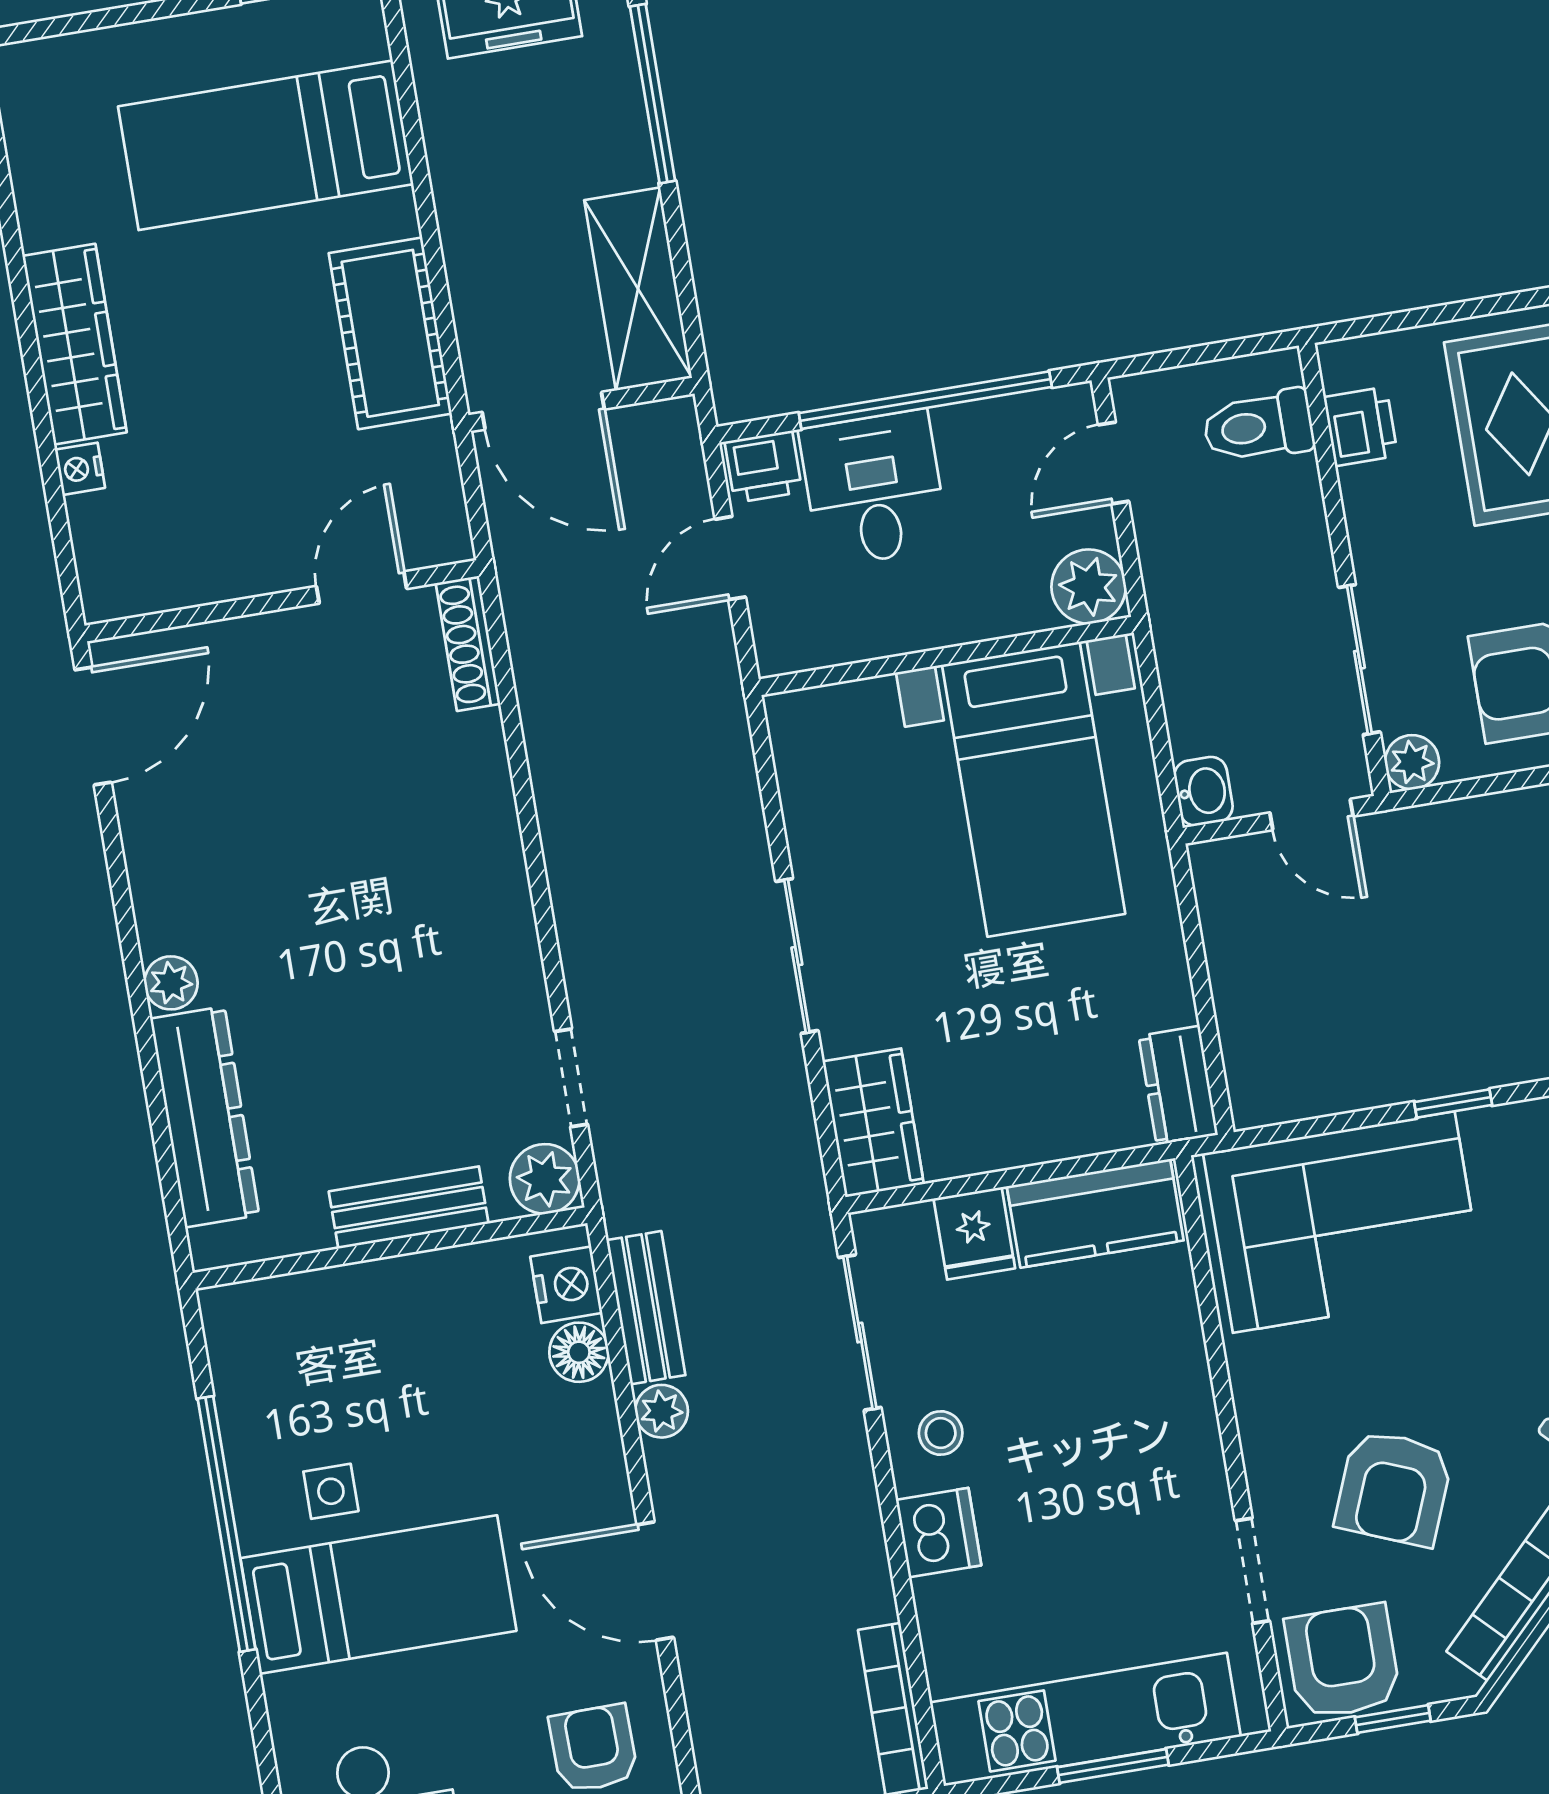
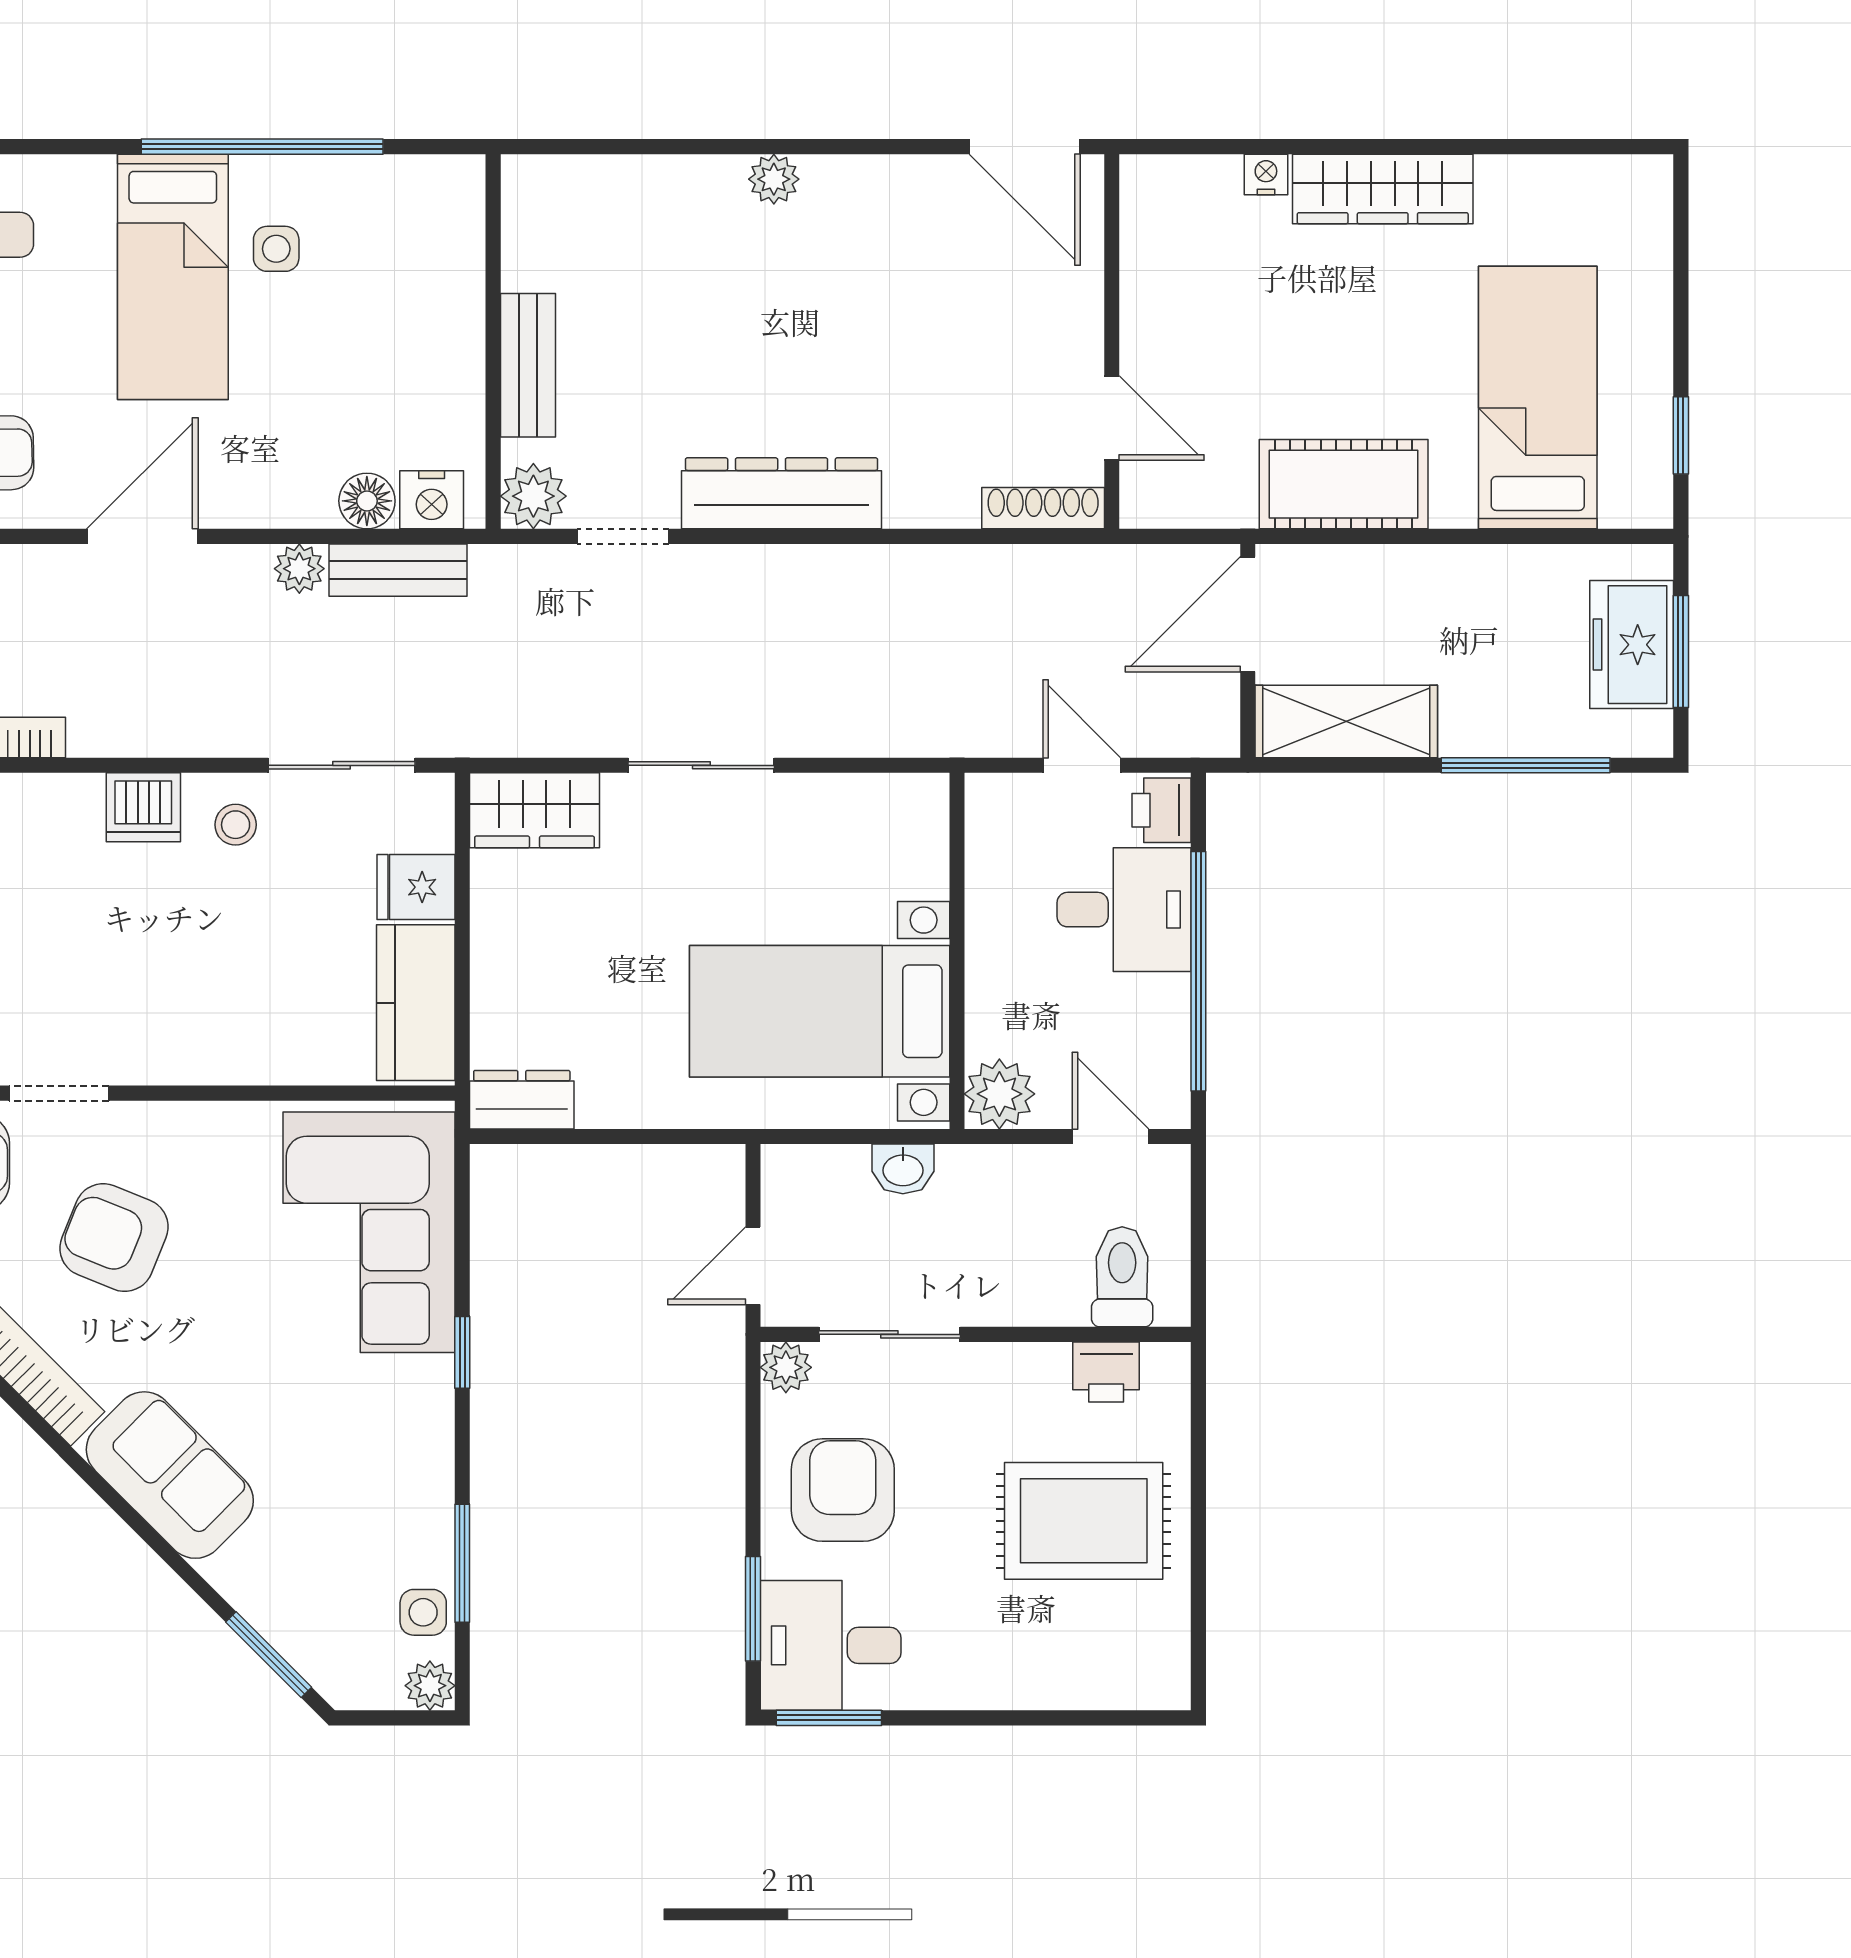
washbasin: (1203, 791) -> (903, 1169), moved
dresser: (205, 1117) -> (782, 493), moved, turned 180

